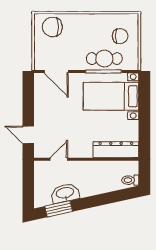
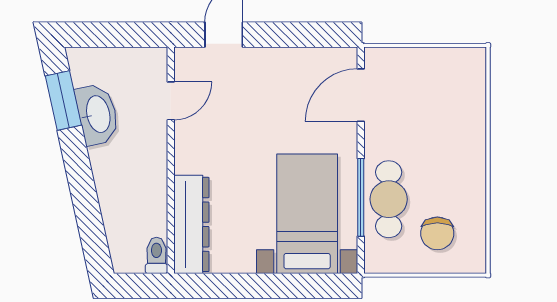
chair: (52, 27) -> (457, 87), removed
door: (59, 159) -> (171, 101), hinge flipped
toilet: (130, 180) -> (156, 255), moved

